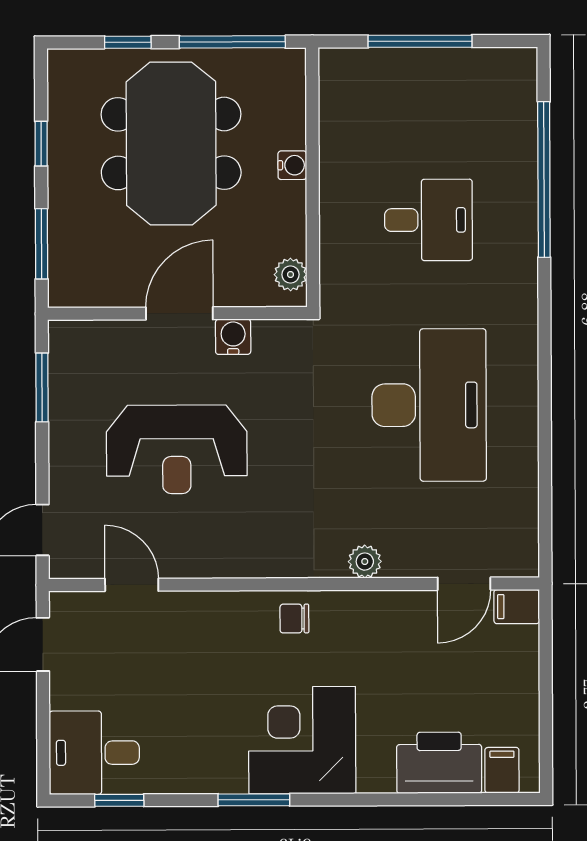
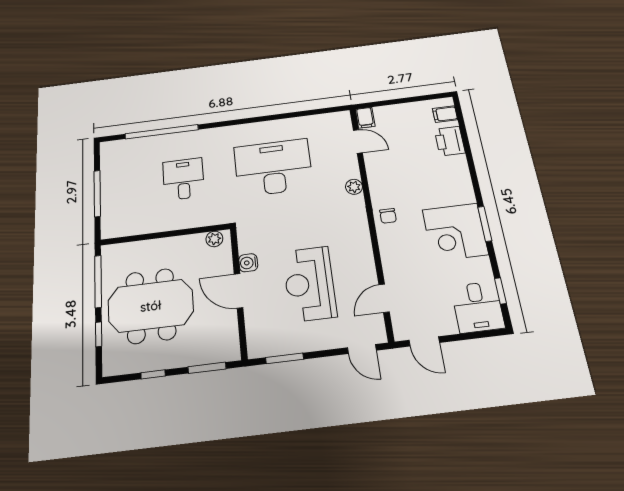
water cooler: (292, 165) -> (159, 245), removed
reception desk: (177, 449) -> (309, 284), turned 180
corner desk: (302, 740) -> (455, 232), moved
printer: (439, 763) -> (450, 141), width x0.73, depth x0.84

